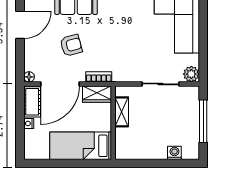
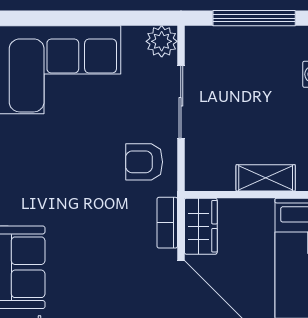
armchair: (71, 45) -> (144, 162), moved, turned -75
shelving: (122, 112) -> (266, 178), moved

